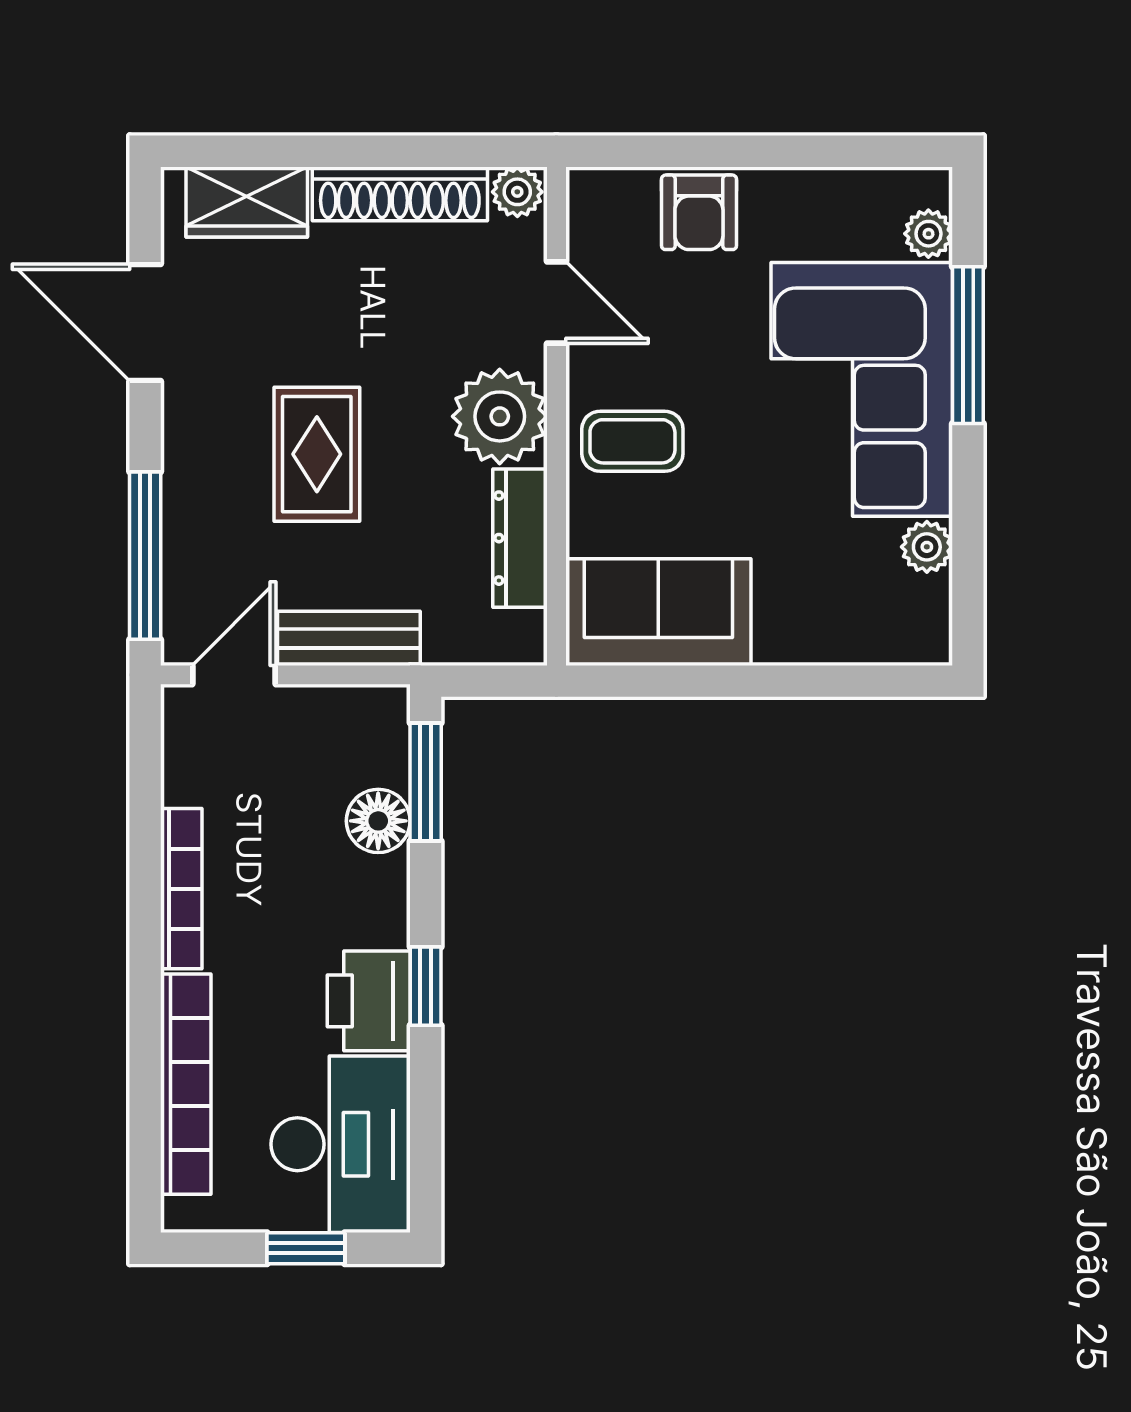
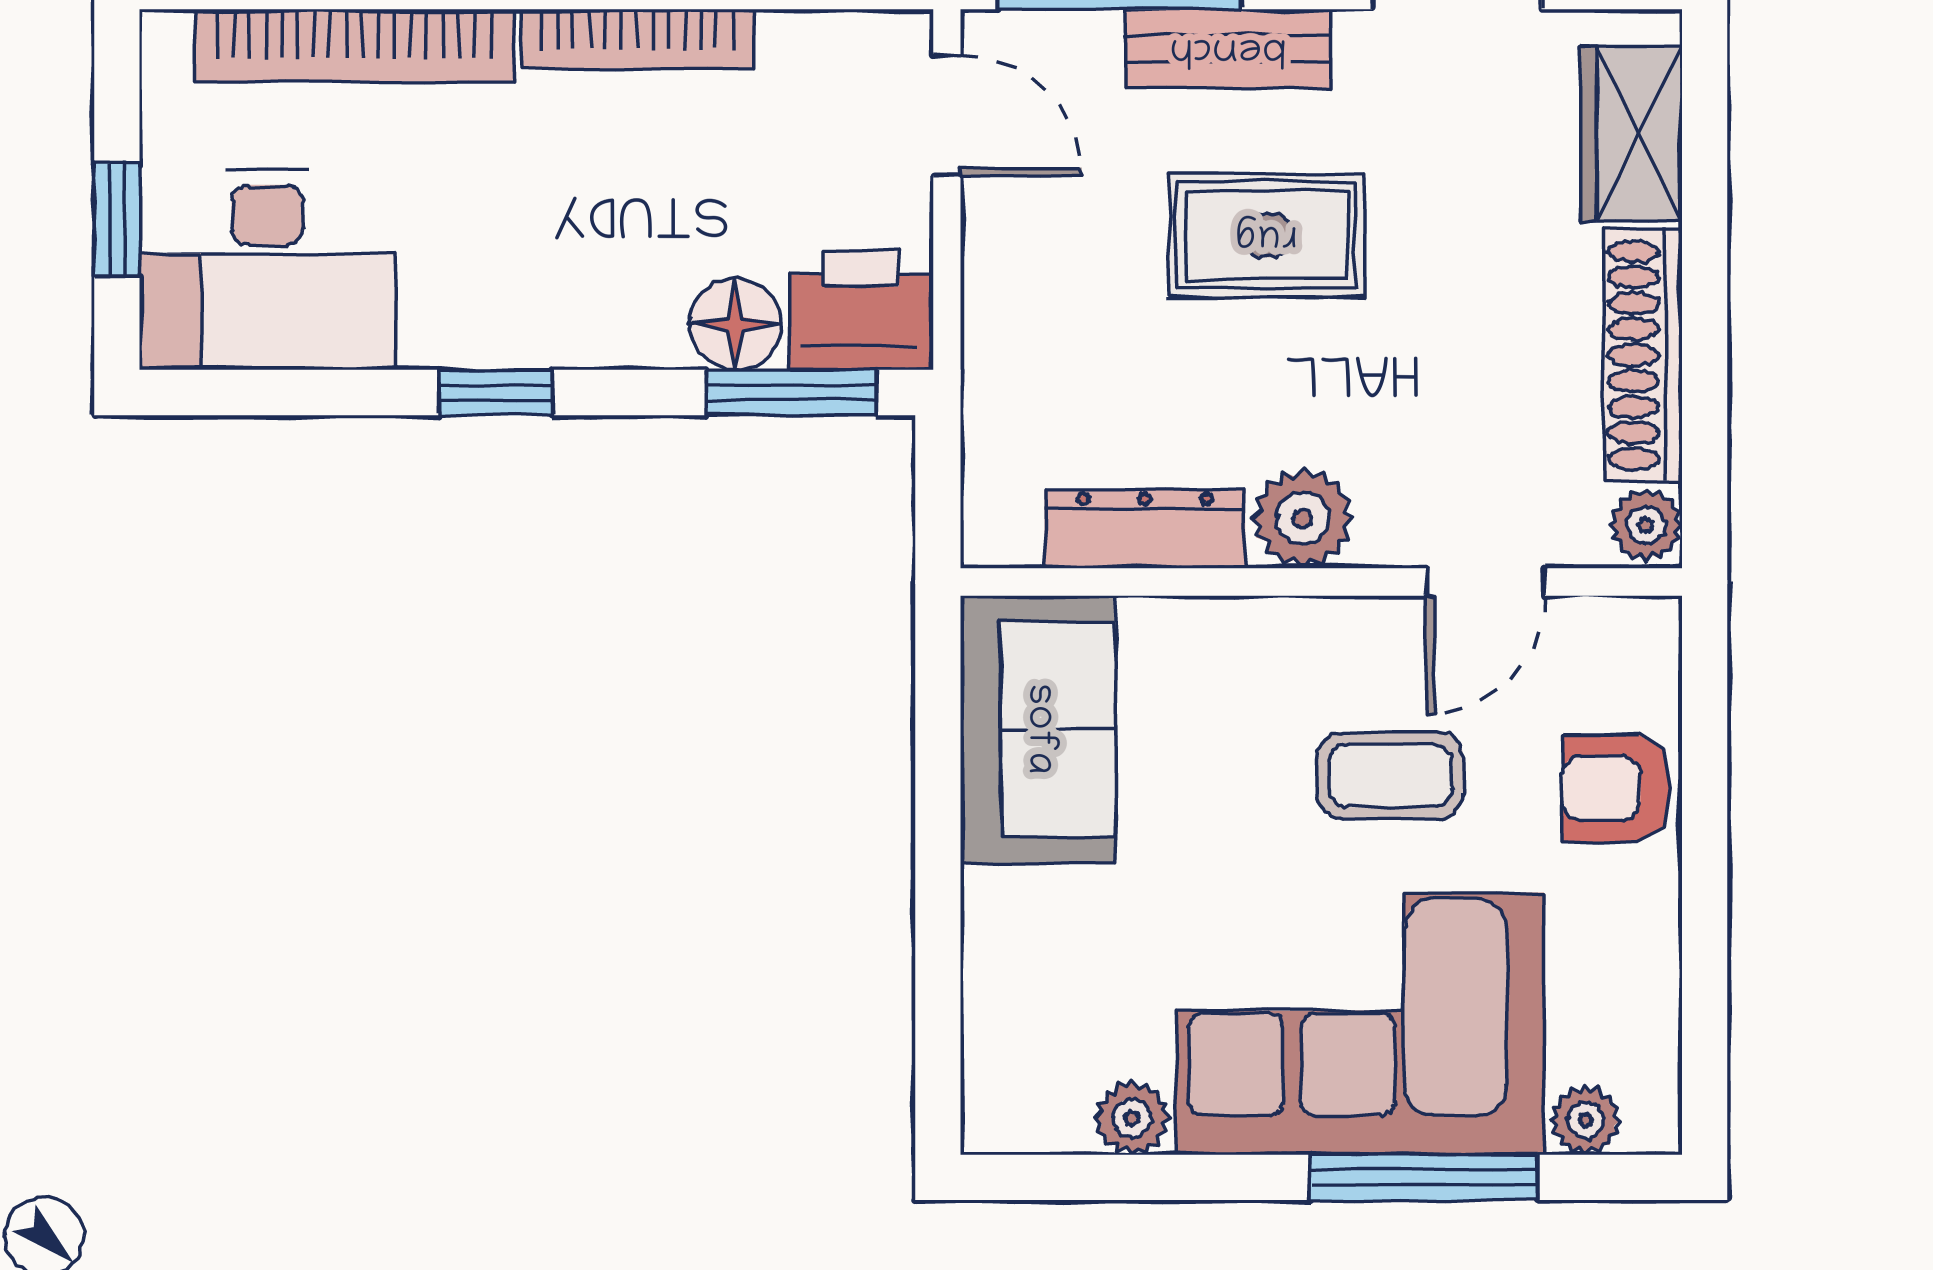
plant: (500, 416) -> (1303, 518), width x0.73, depth x0.73
coffee table: (632, 441) -> (1390, 776), moved, turned 90
bench: (349, 638) -> (1228, 48), moved, turned 90
printer: (369, 1001) -> (861, 310), moved

